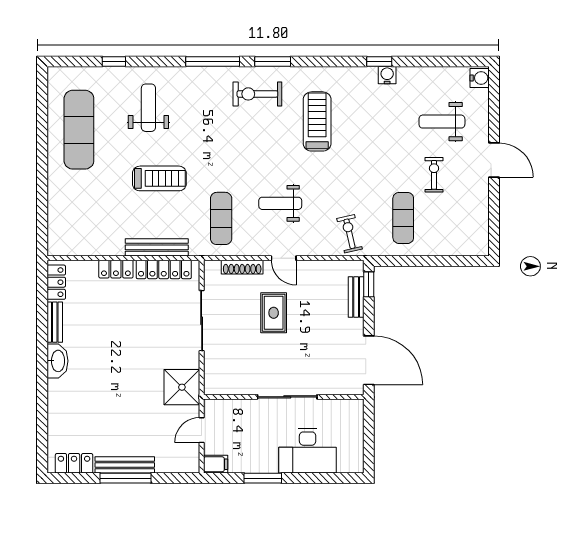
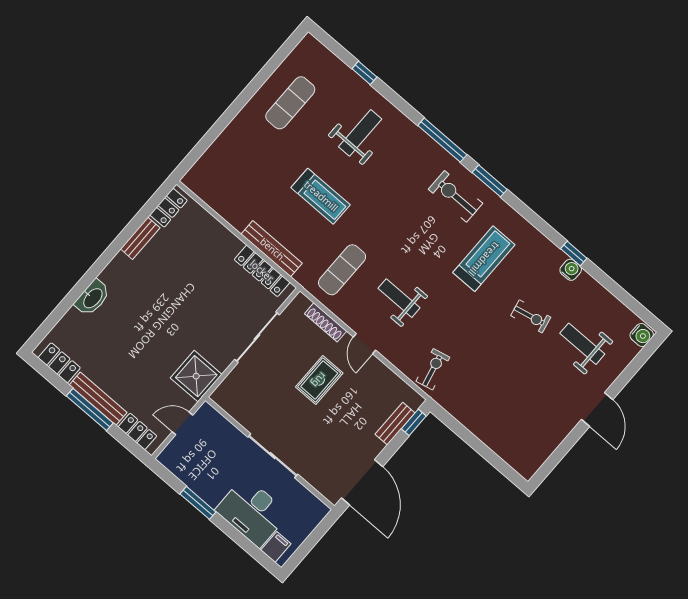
exercise mat: (79, 130) -> (290, 103), width x0.73, depth x0.69
exercise bike: (434, 175) -> (531, 316), moved, turned 78
exercise mat: (403, 218) -> (486, 393), removed
locker: (116, 269) -> (137, 431), moved, turned 180
washbasin: (57, 361) -> (92, 298), moved
filing cabinet: (216, 464) -> (276, 547), moved, turned -90

